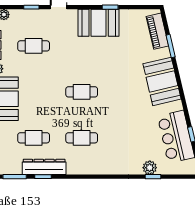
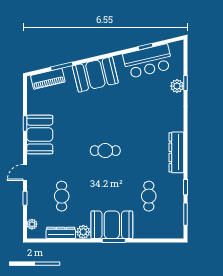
cafe table: (82, 92) -> (105, 151), turned 90
cafe table: (82, 138) -> (149, 151), removed
dresser: (44, 167) -> (176, 152), moved

